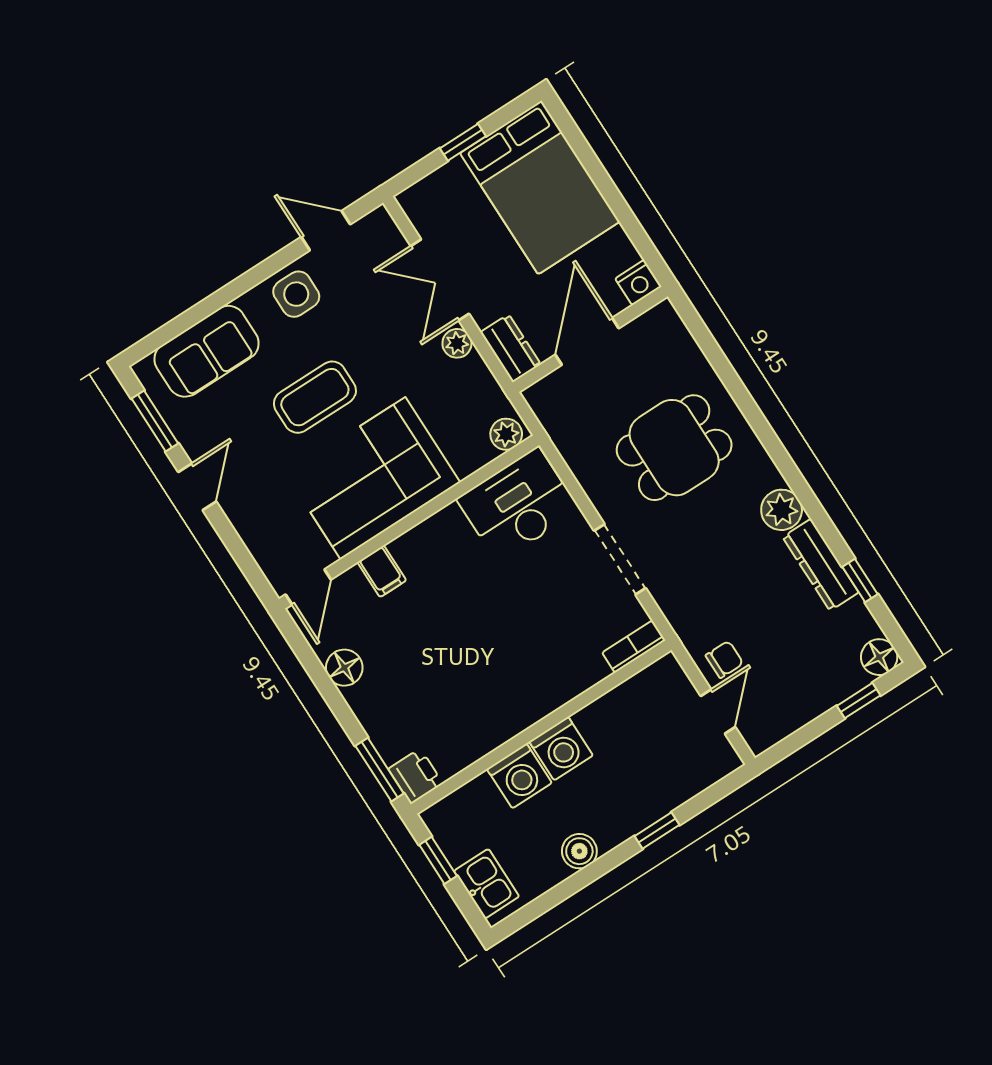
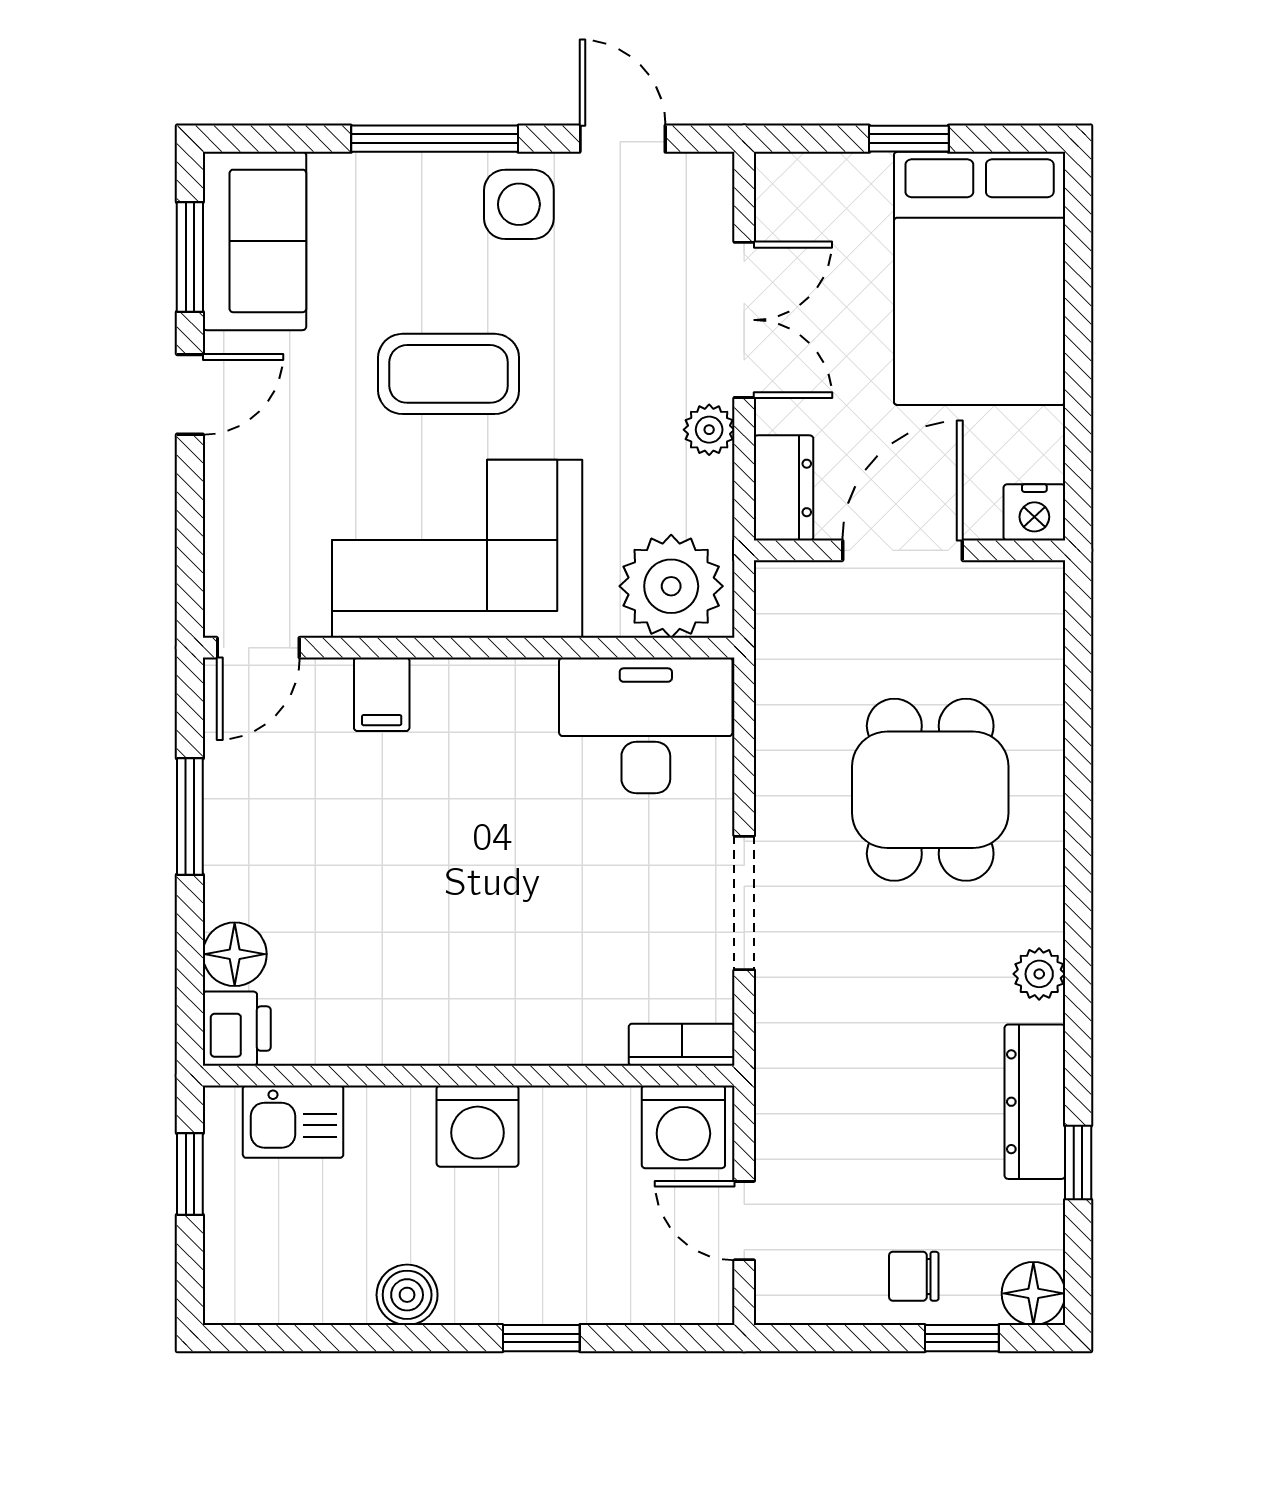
double door: (440, 280) -> (744, 320), swing flipped
window: (236, 289) -> (435, 139), added
sofa: (207, 351) -> (254, 241), moved, turned -90
plant: (506, 434) -> (671, 586), width x1.87, depth x1.87
dining table: (674, 448) -> (930, 790), turned 90
plant: (782, 510) -> (1039, 974), width x0.73, depth x0.73
chair: (724, 659) -> (914, 1276), moved, turned 180
floor lamp: (344, 668) -> (235, 954), moved
door: (718, 711) -> (744, 1221), swing flipped
window: (380, 770) -> (190, 817), moved
washing machine: (519, 776) -> (683, 1127), moved
kitchen sink: (487, 884) -> (293, 1122), moved, turned 90

